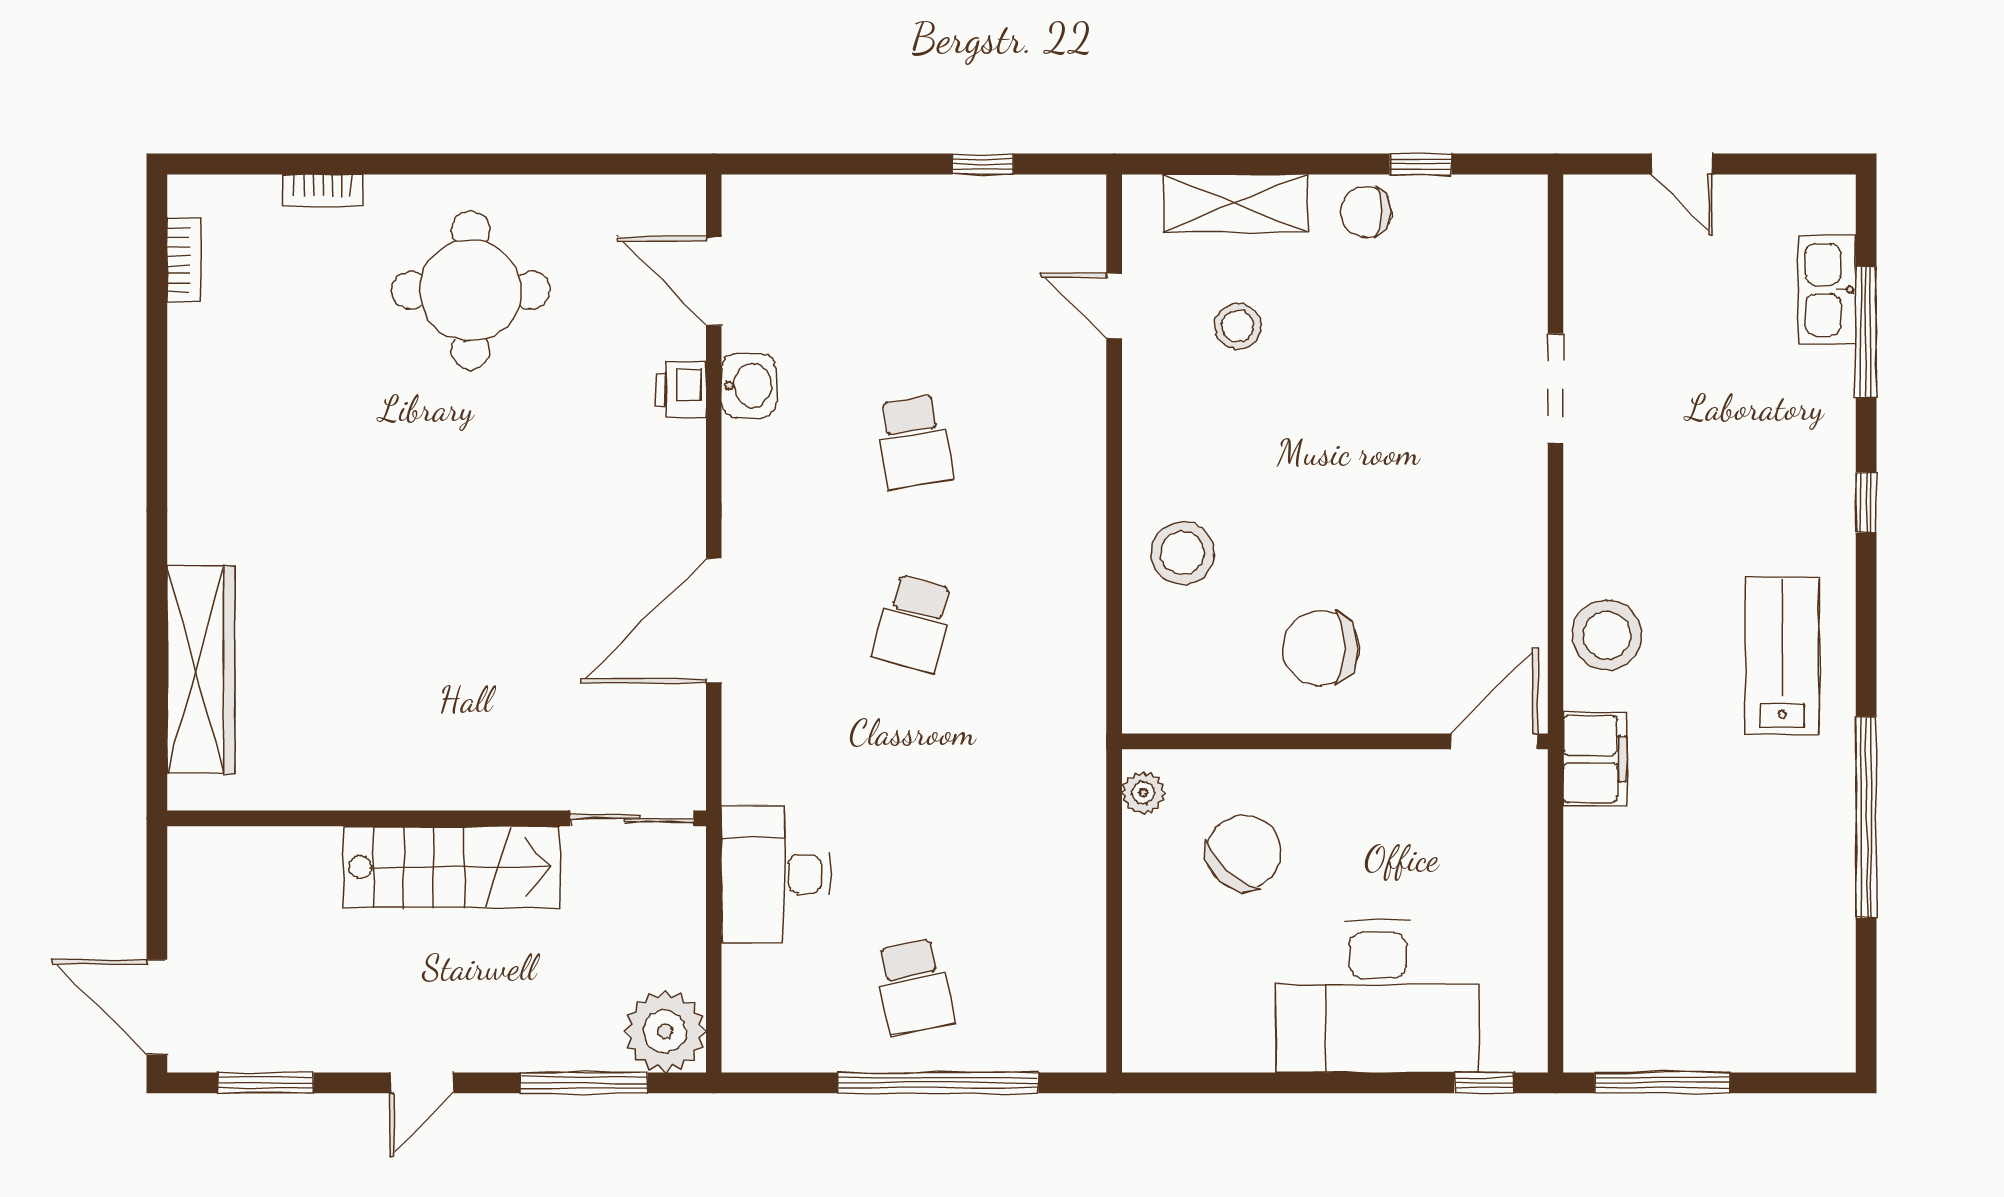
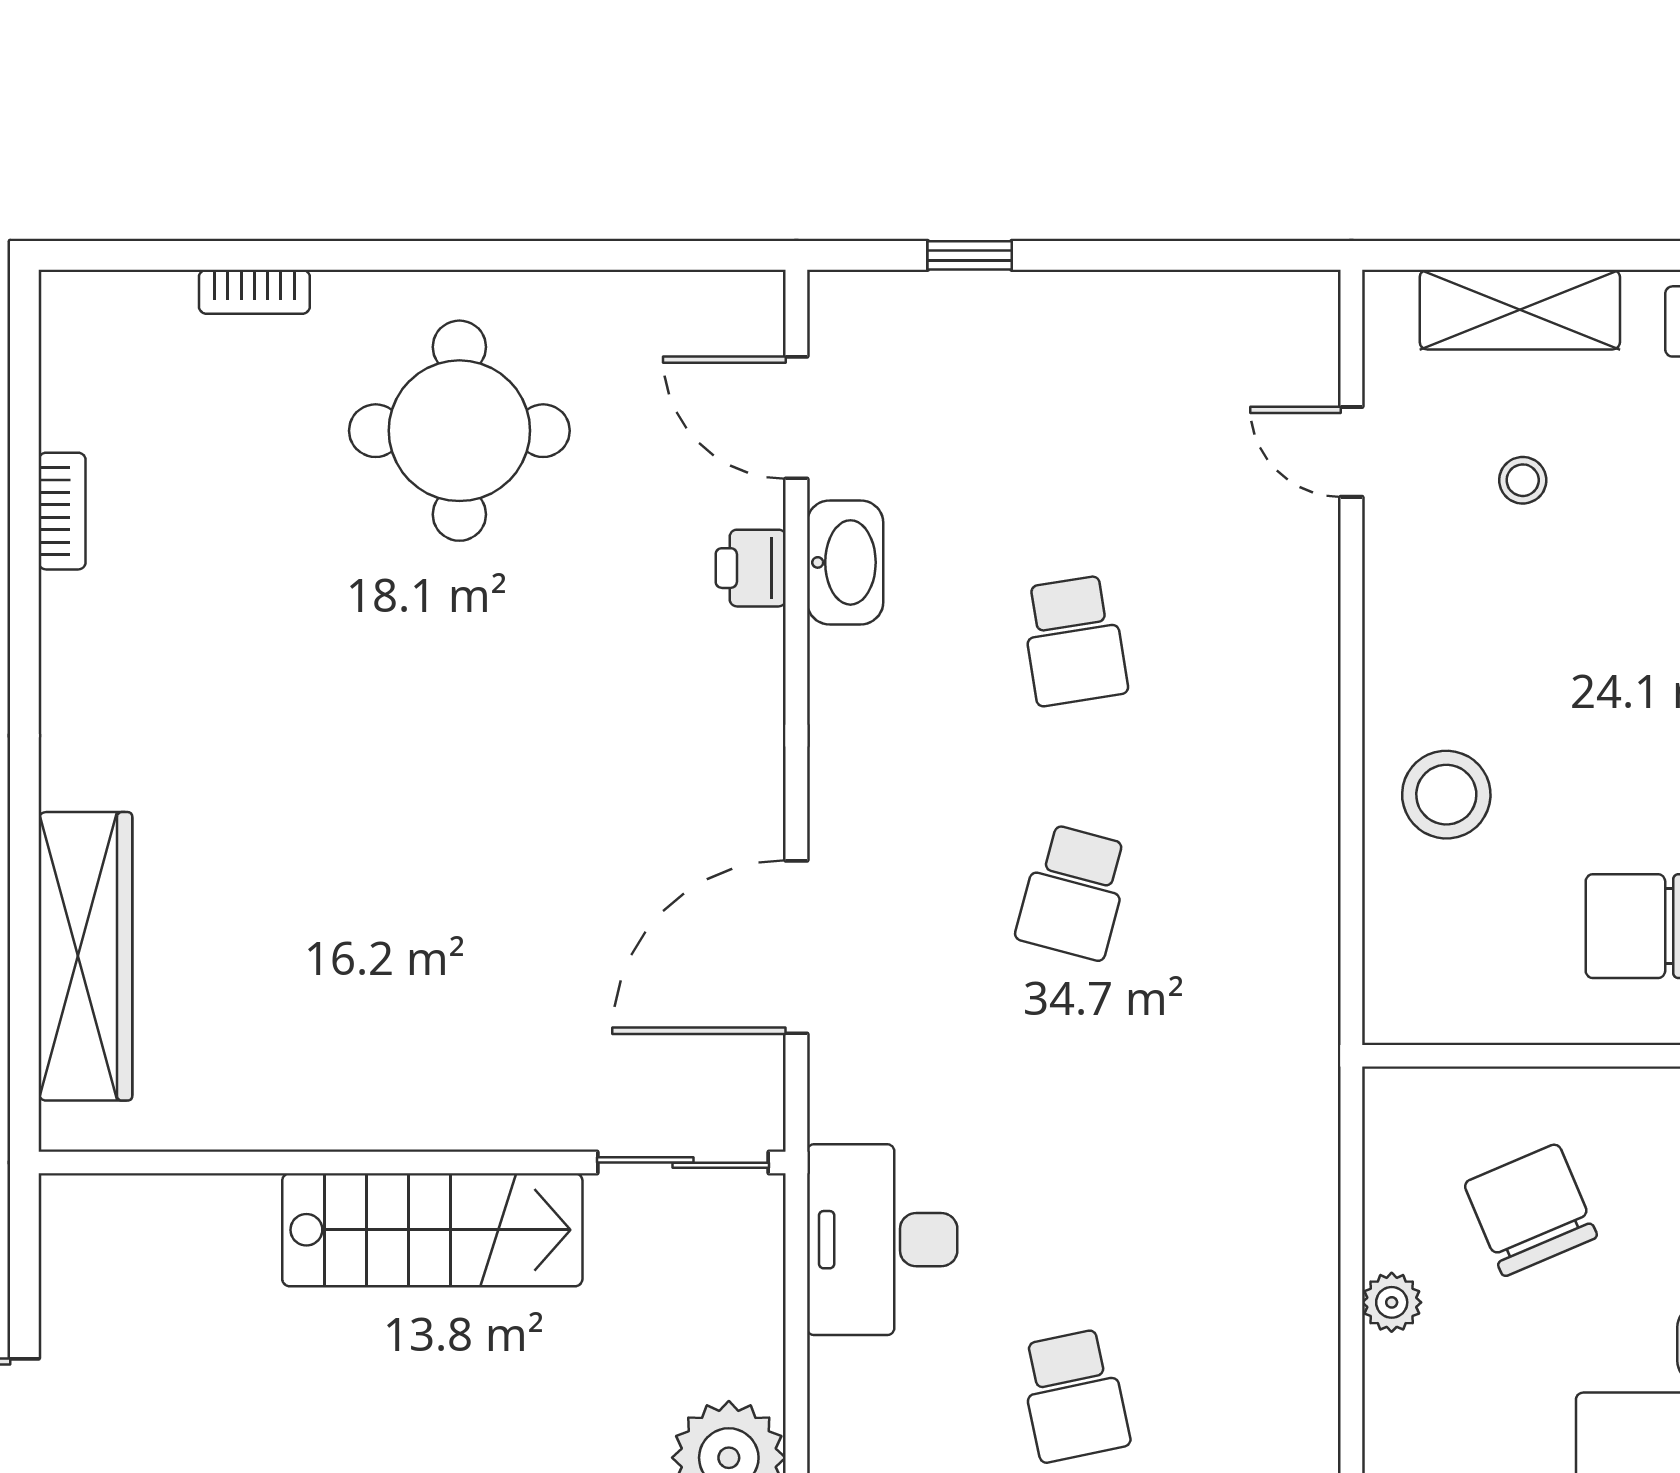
window: (983, 164) -> (970, 255), moved
bookcase: (184, 260) -> (62, 511), moved
stool: (1238, 326) -> (1523, 480), width x0.73, depth x0.73
washbasin: (749, 386) -> (845, 562), width x1.38
door: (714, 621) -> (796, 947), moved
plant: (1143, 793) -> (1392, 1302), moved
chair: (1243, 853) -> (1531, 1210), turned -64

